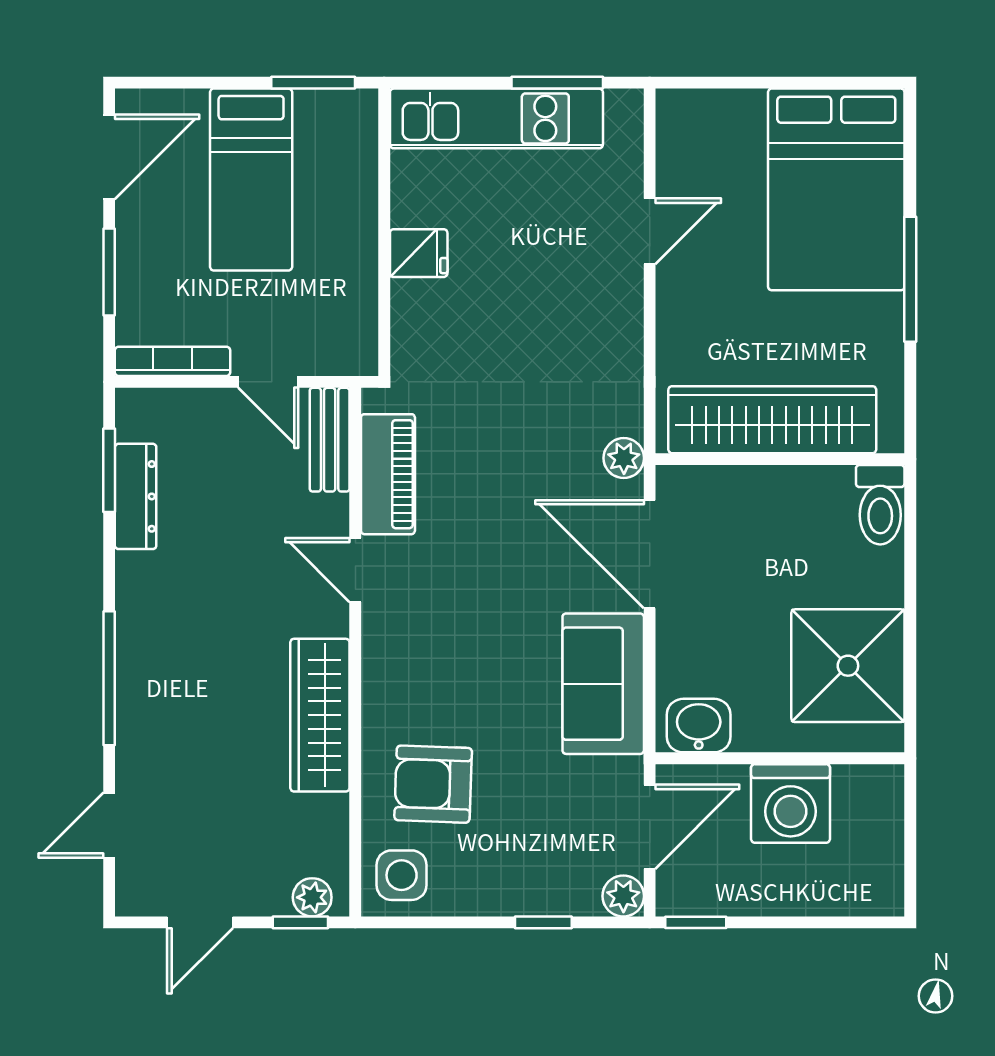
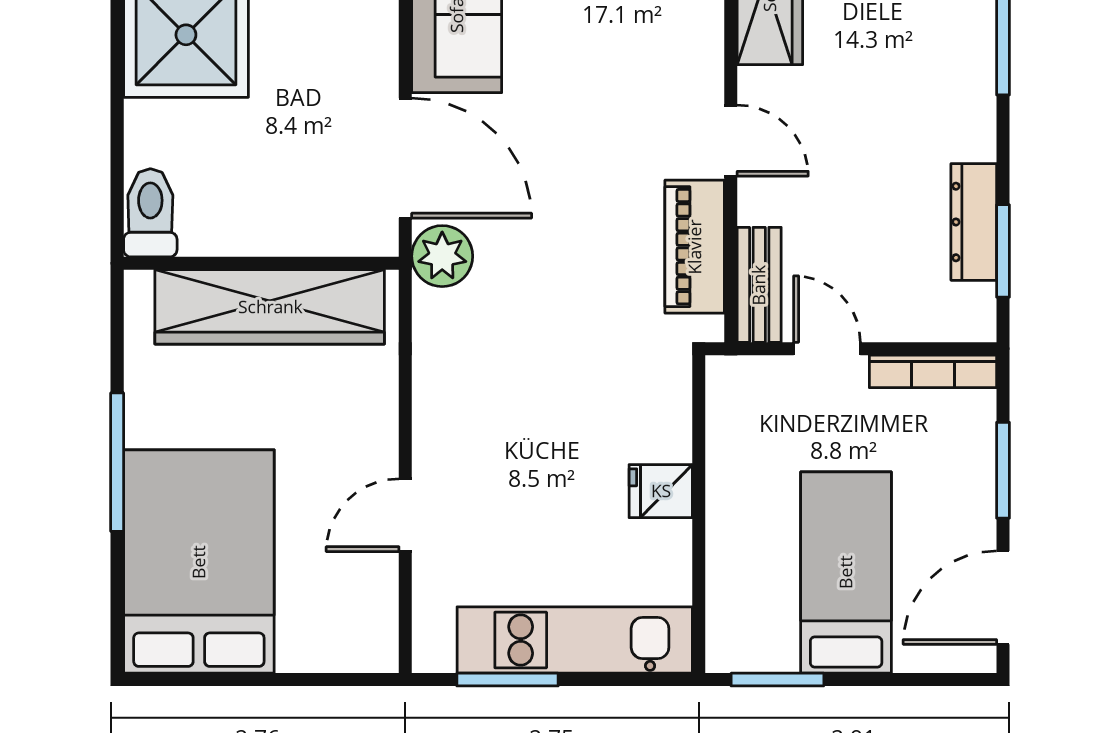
plant: (624, 458) -> (442, 256), width x1.38, depth x1.38

